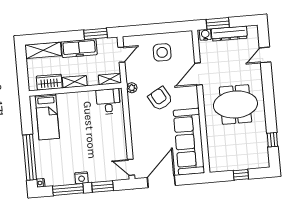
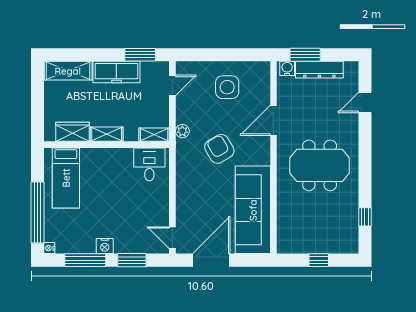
shelving: (110, 79) -> (154, 135), moved
wardrobe: (49, 82) -> (73, 132), moved
shelving: (75, 82) -> (107, 134), moved
wall: (75, 89) -> (107, 145), moved
desk: (108, 101) -> (149, 164), moved
bed: (47, 117) -> (66, 178), moved

